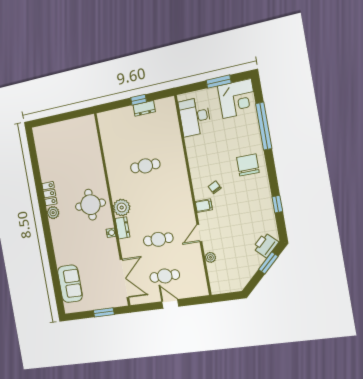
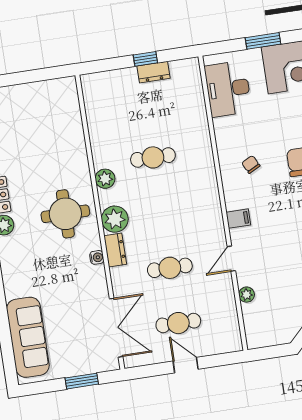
plant: (115, 181) -> (105, 179), added
chair: (215, 187) -> (251, 164), moved
sofa: (70, 284) -> (28, 337), width x1.36

